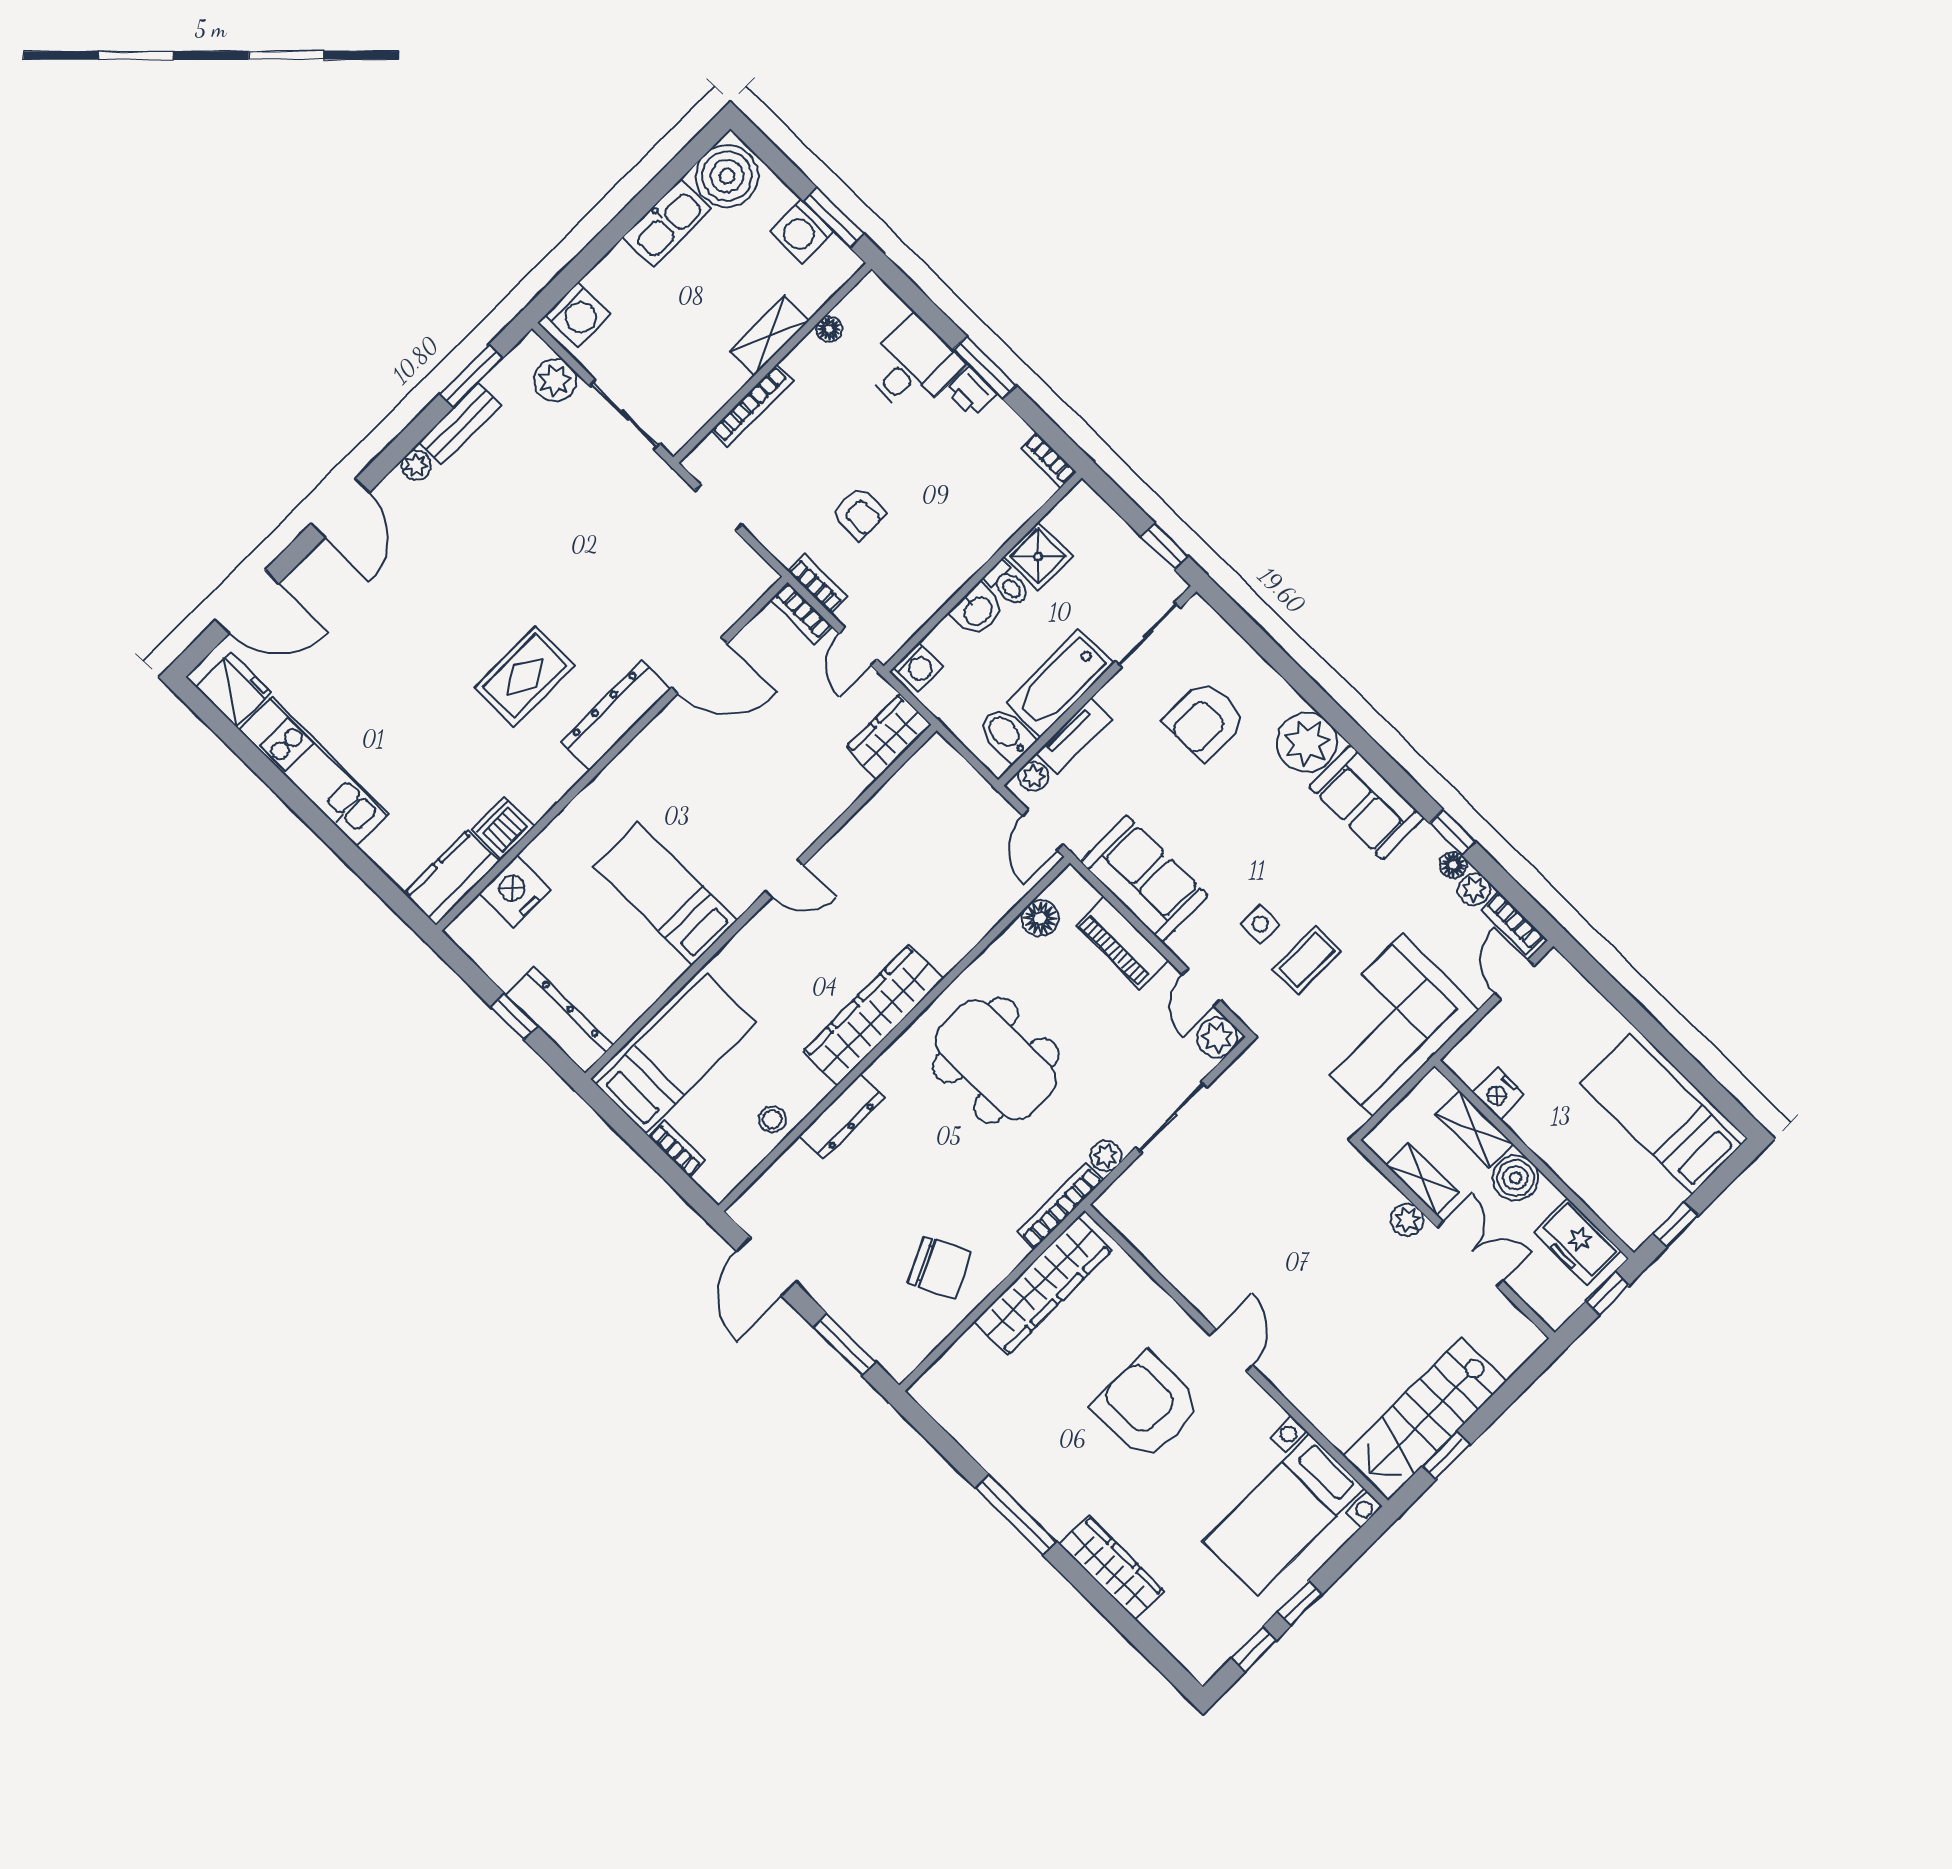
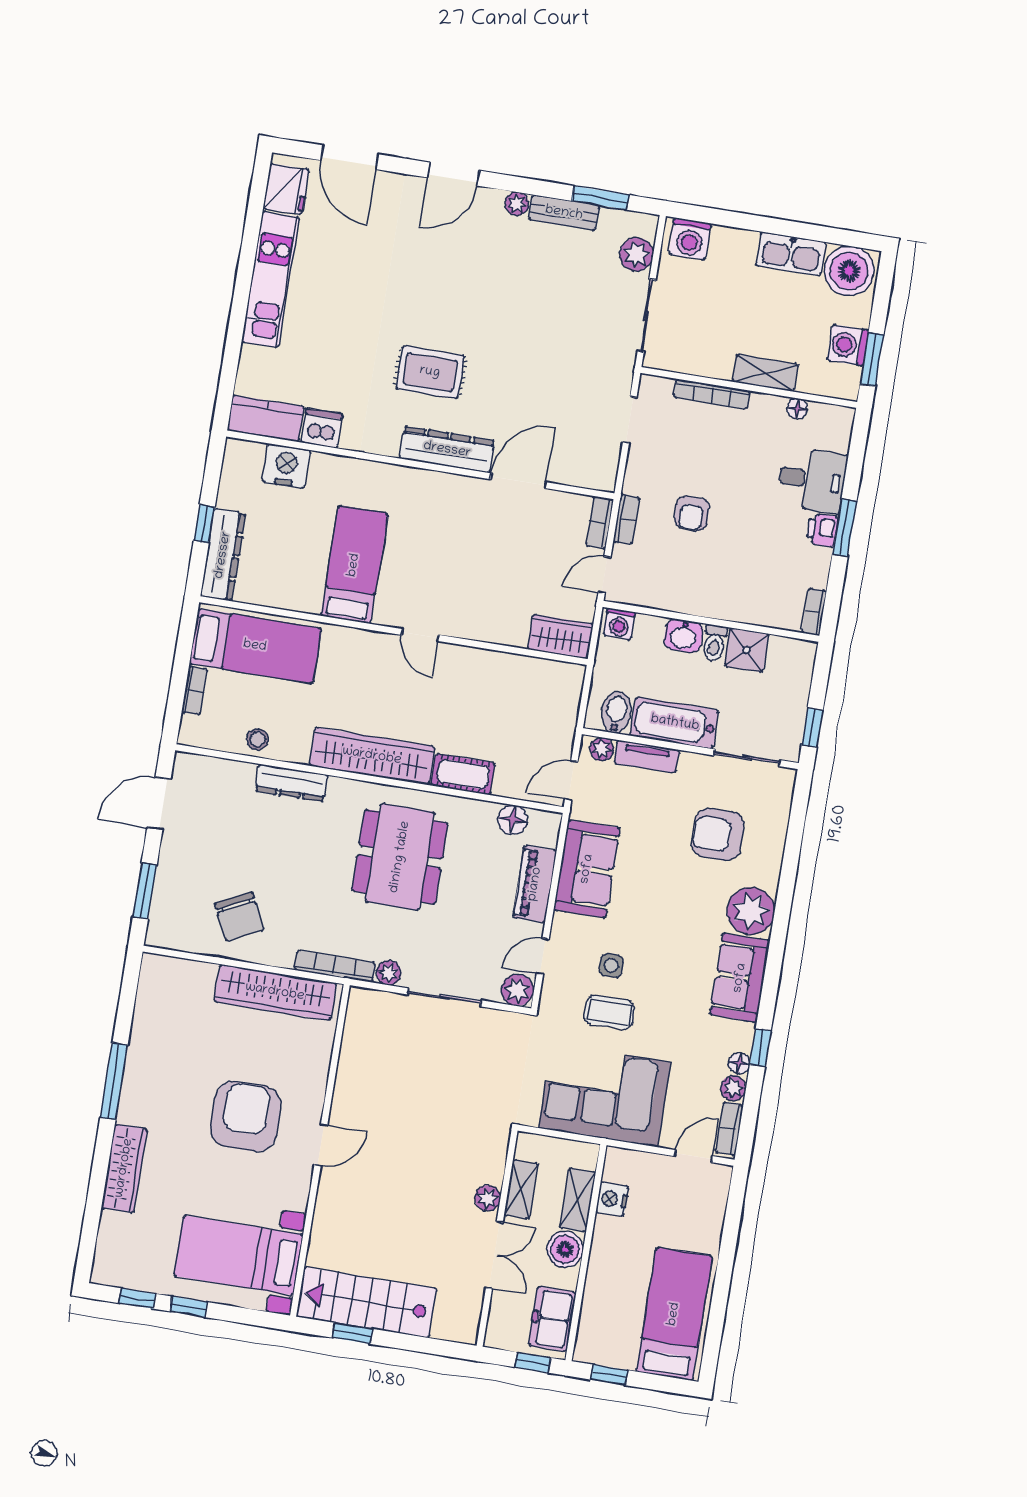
door: (699, 666) -> (518, 481), swing flipped
cot: (958, 936) -> (463, 774), added

